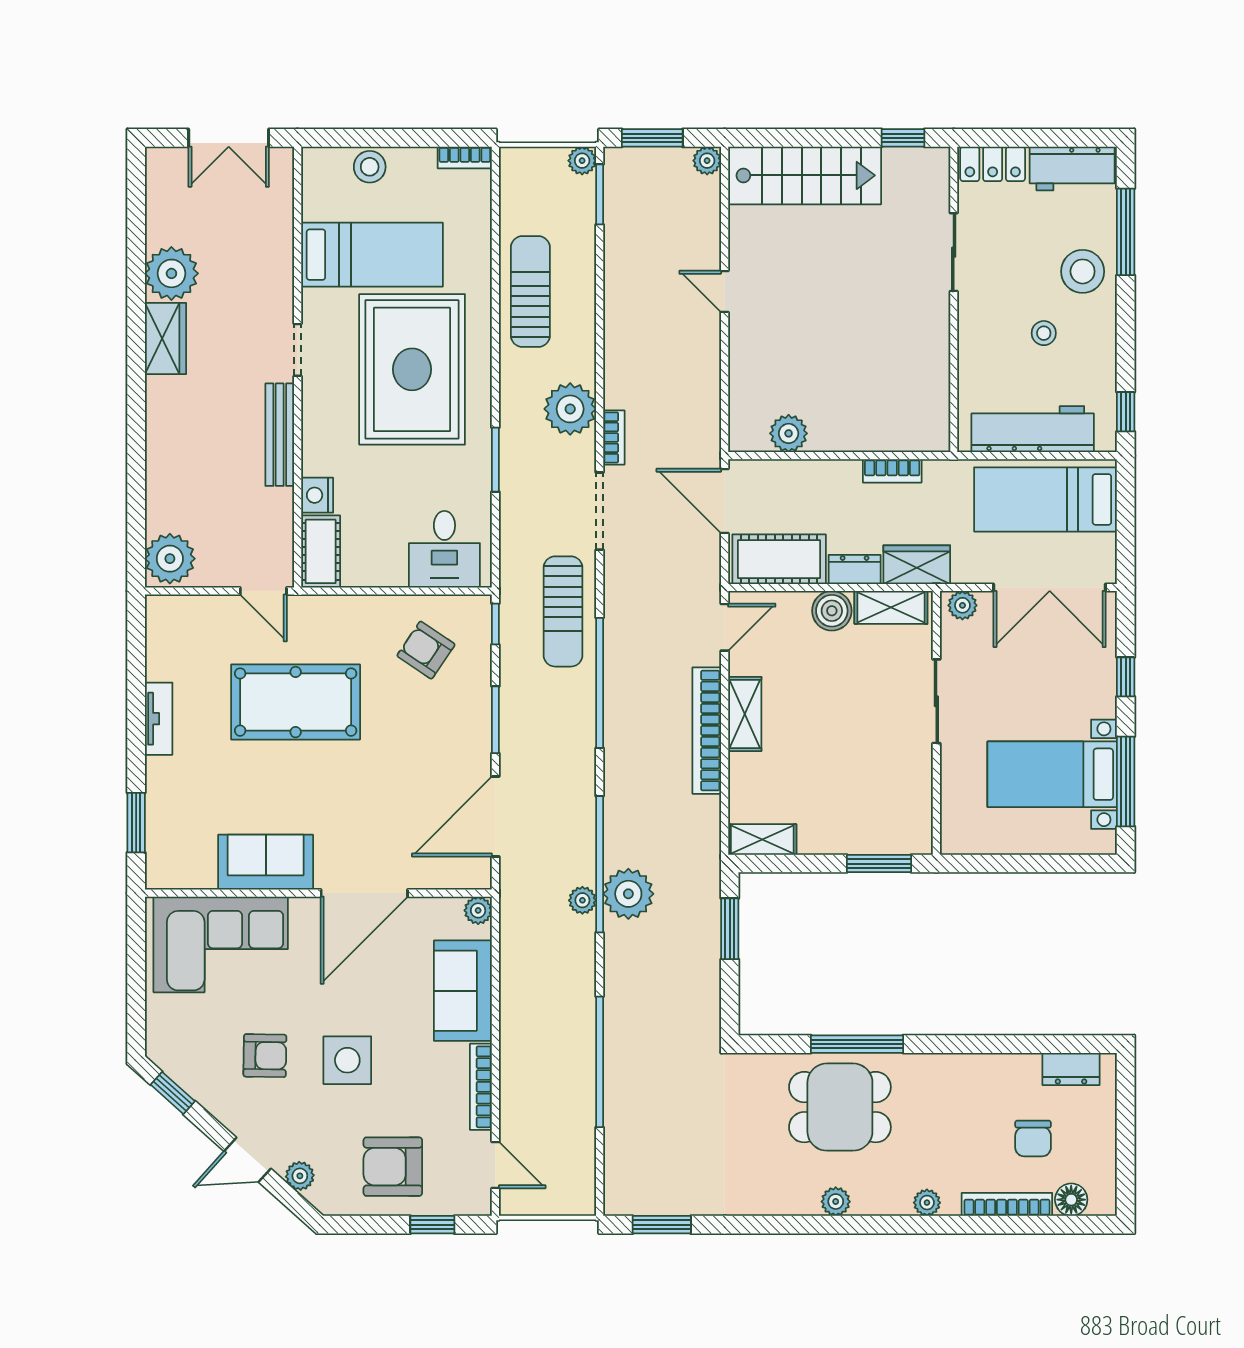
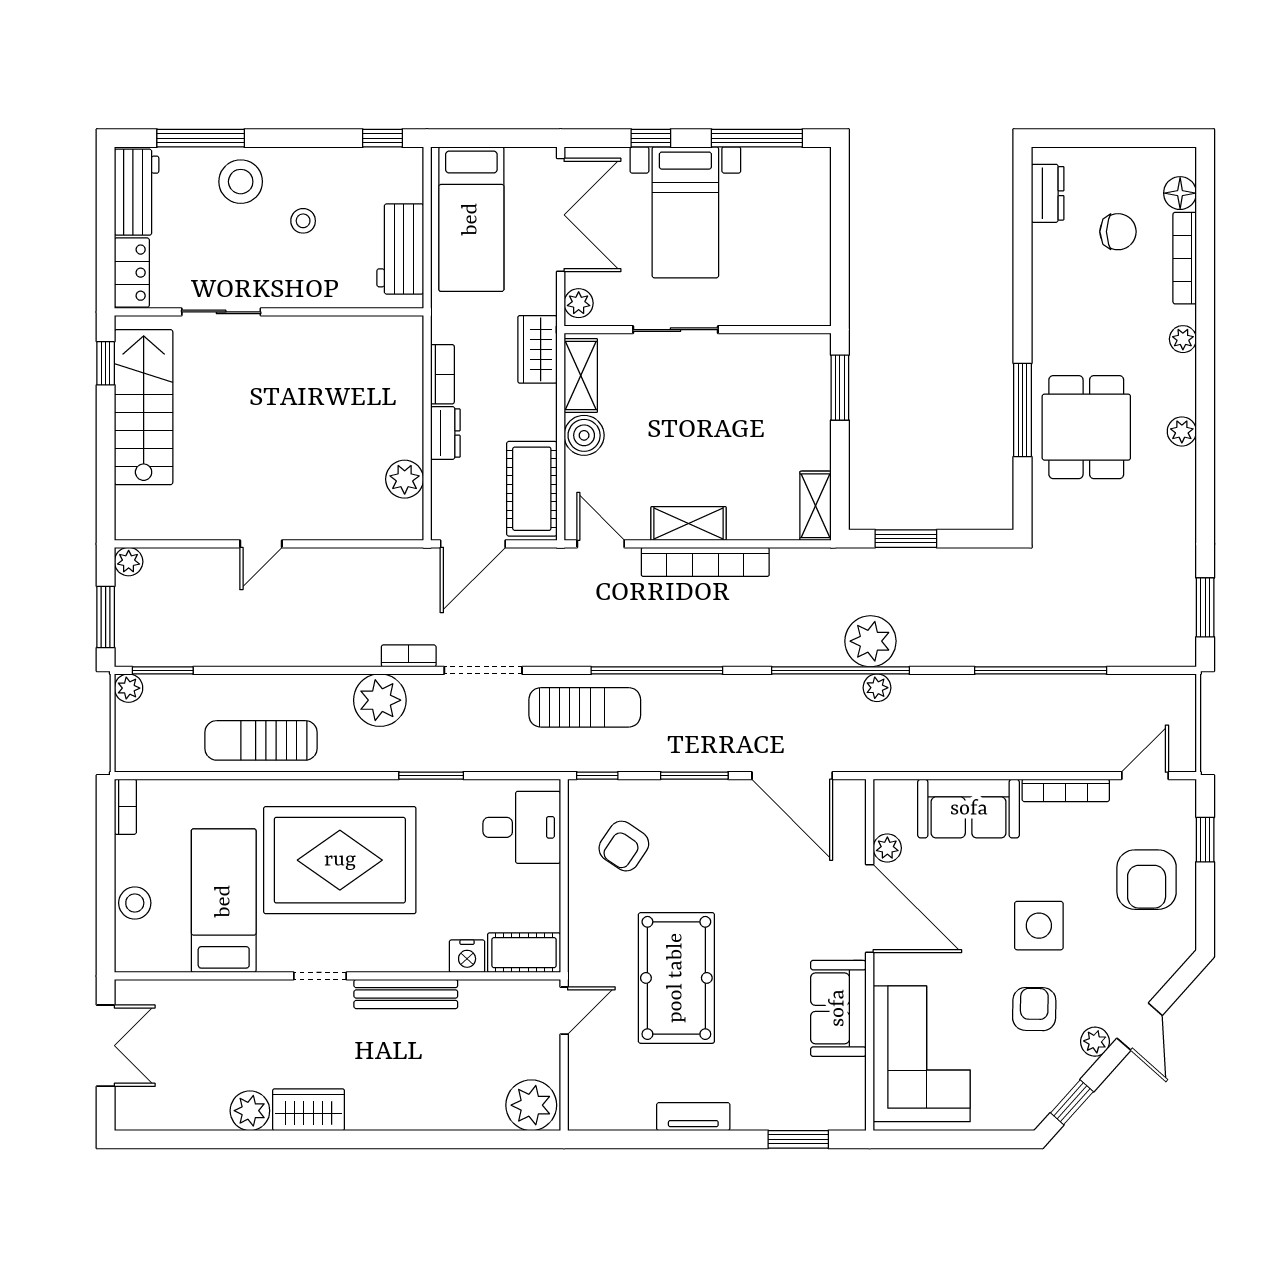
stairs: (805, 175) -> (144, 407), moved
plant: (171, 273) -> (250, 1111), width x0.73, depth x0.73
workbench: (1033, 429) -> (400, 249), width x0.73
dresser: (855, 569) -> (445, 433), moved, turned 180
bed with nightstands: (1052, 774) -> (685, 212), moved
plant: (478, 910) -> (887, 848), moved
plant: (300, 1176) -> (1095, 1042), moved

